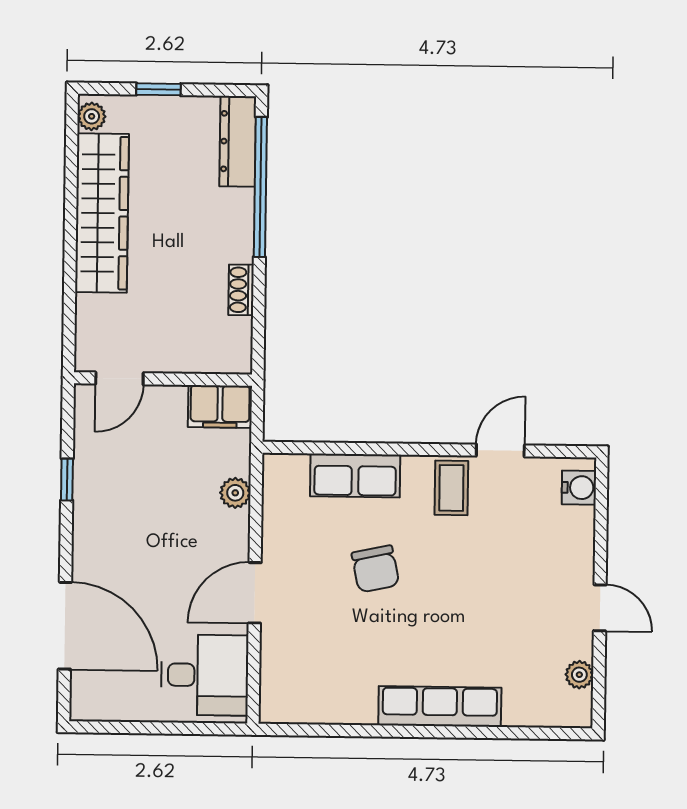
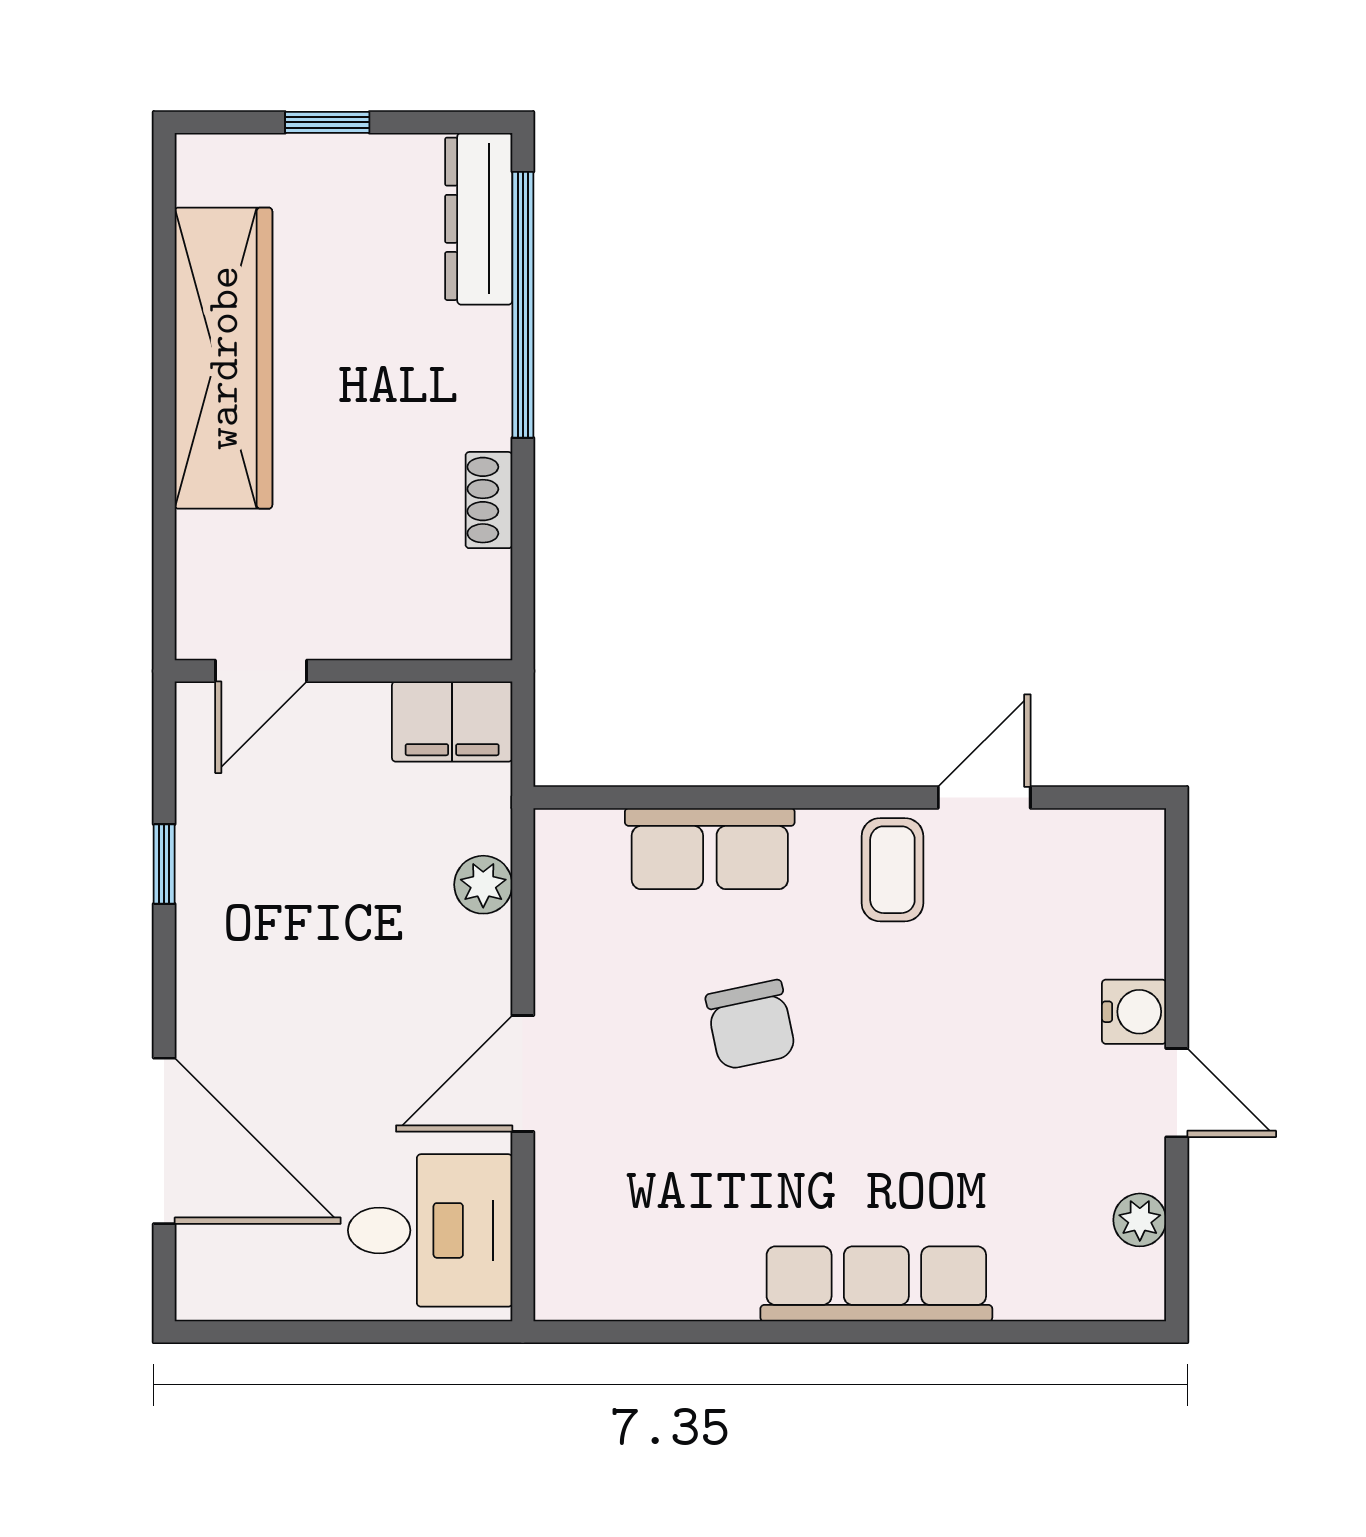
plant: (92, 116) -> (201, 175), removed
water cooler: (579, 488) -> (1134, 1012), moved

